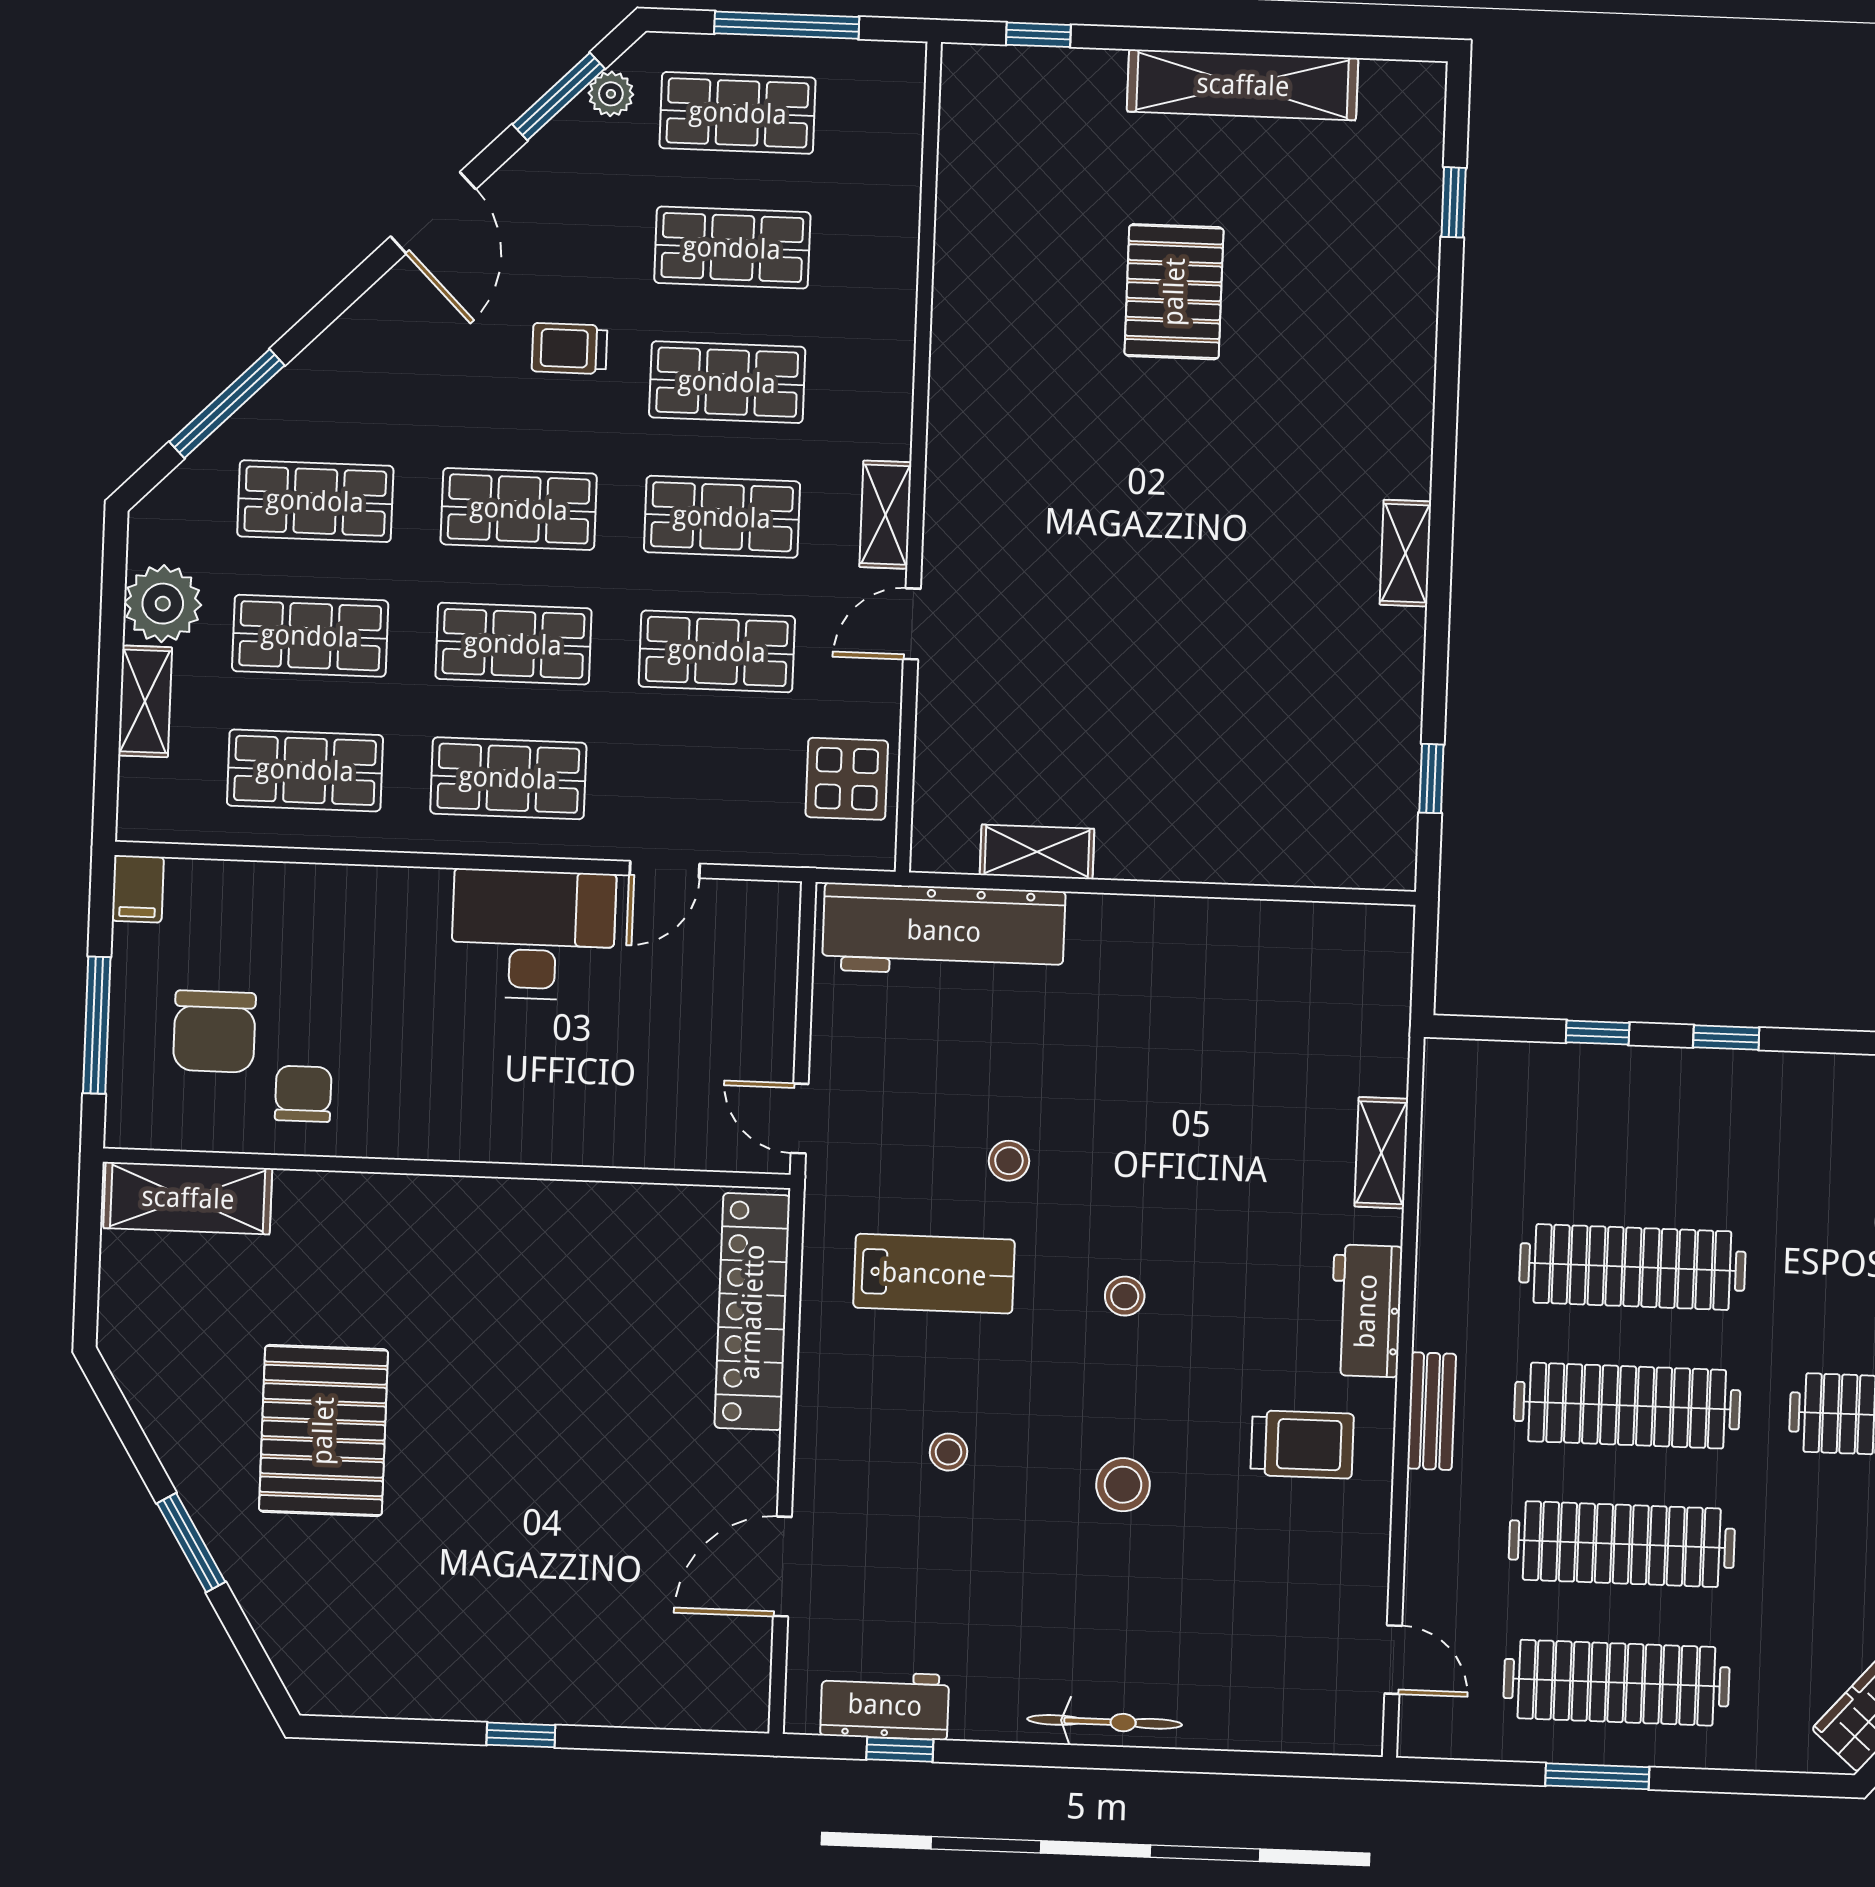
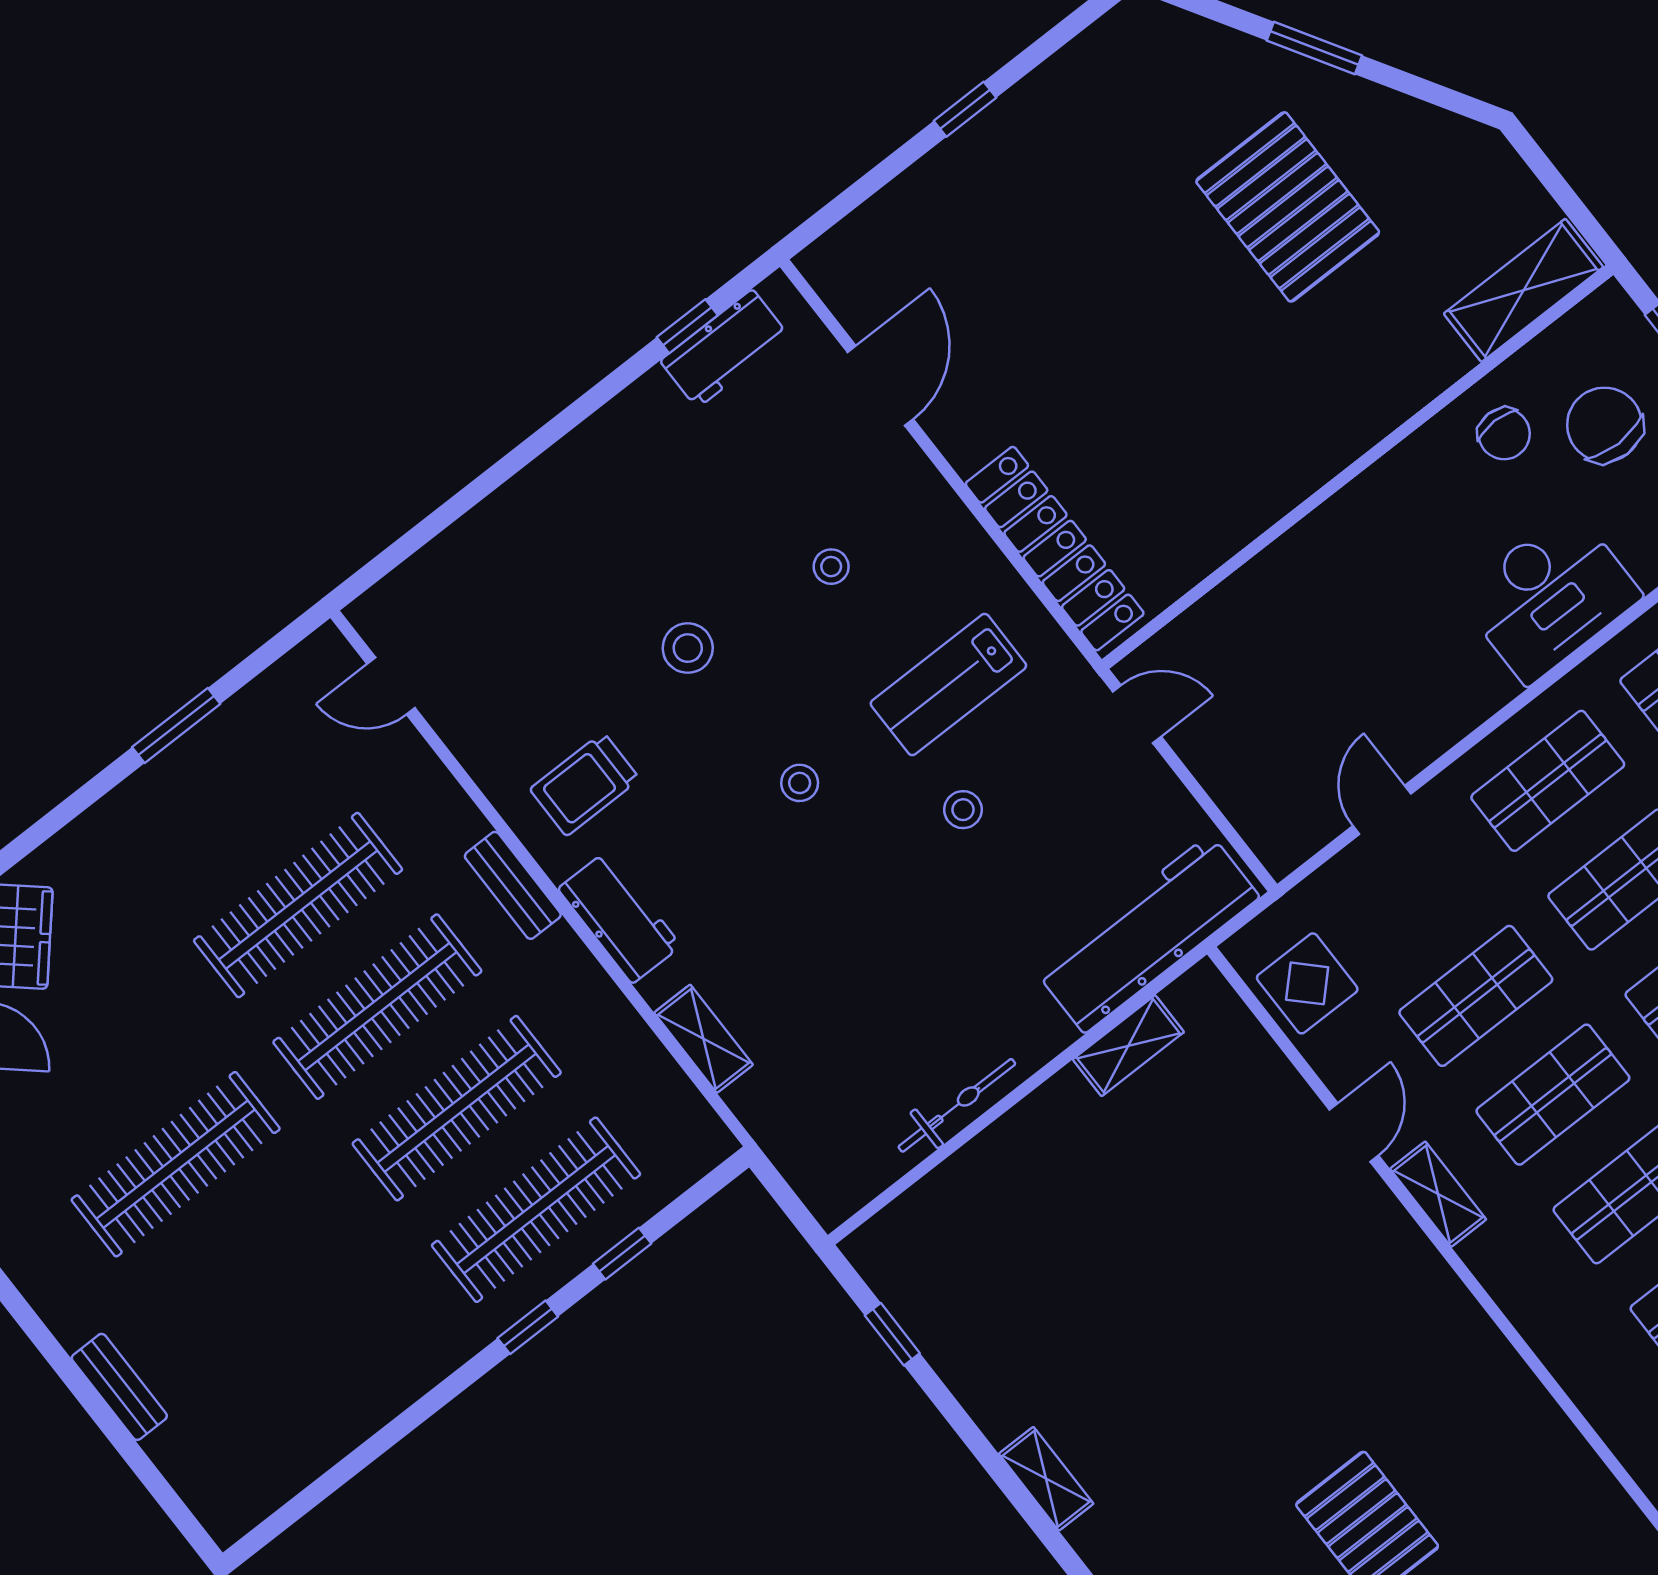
desk: (533, 935) -> (1550, 596), moved
clothes rail: (1616, 1683) -> (536, 1210), moved
bicycle: (1105, 1722) -> (957, 1105), moved, turned 180

